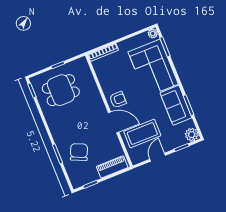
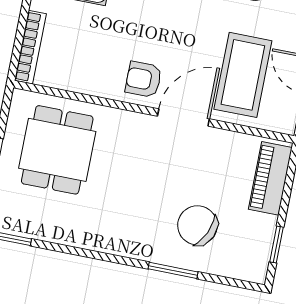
dining table: (61, 90) -> (57, 150), moved
armchair: (118, 100) -> (143, 79), turned -90

